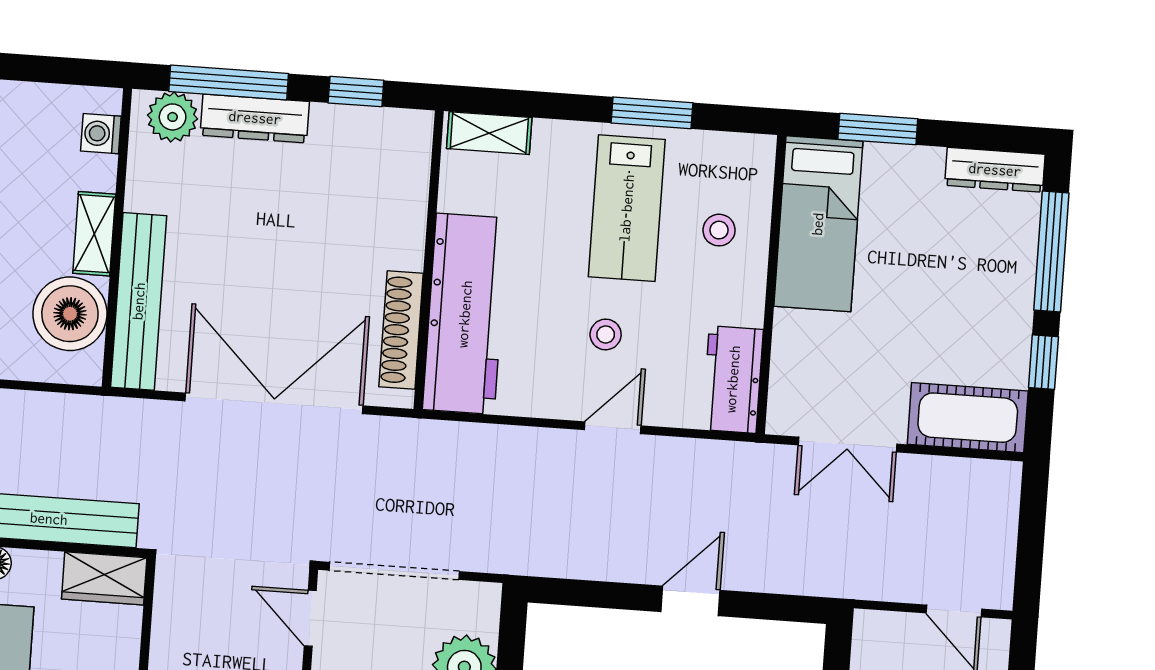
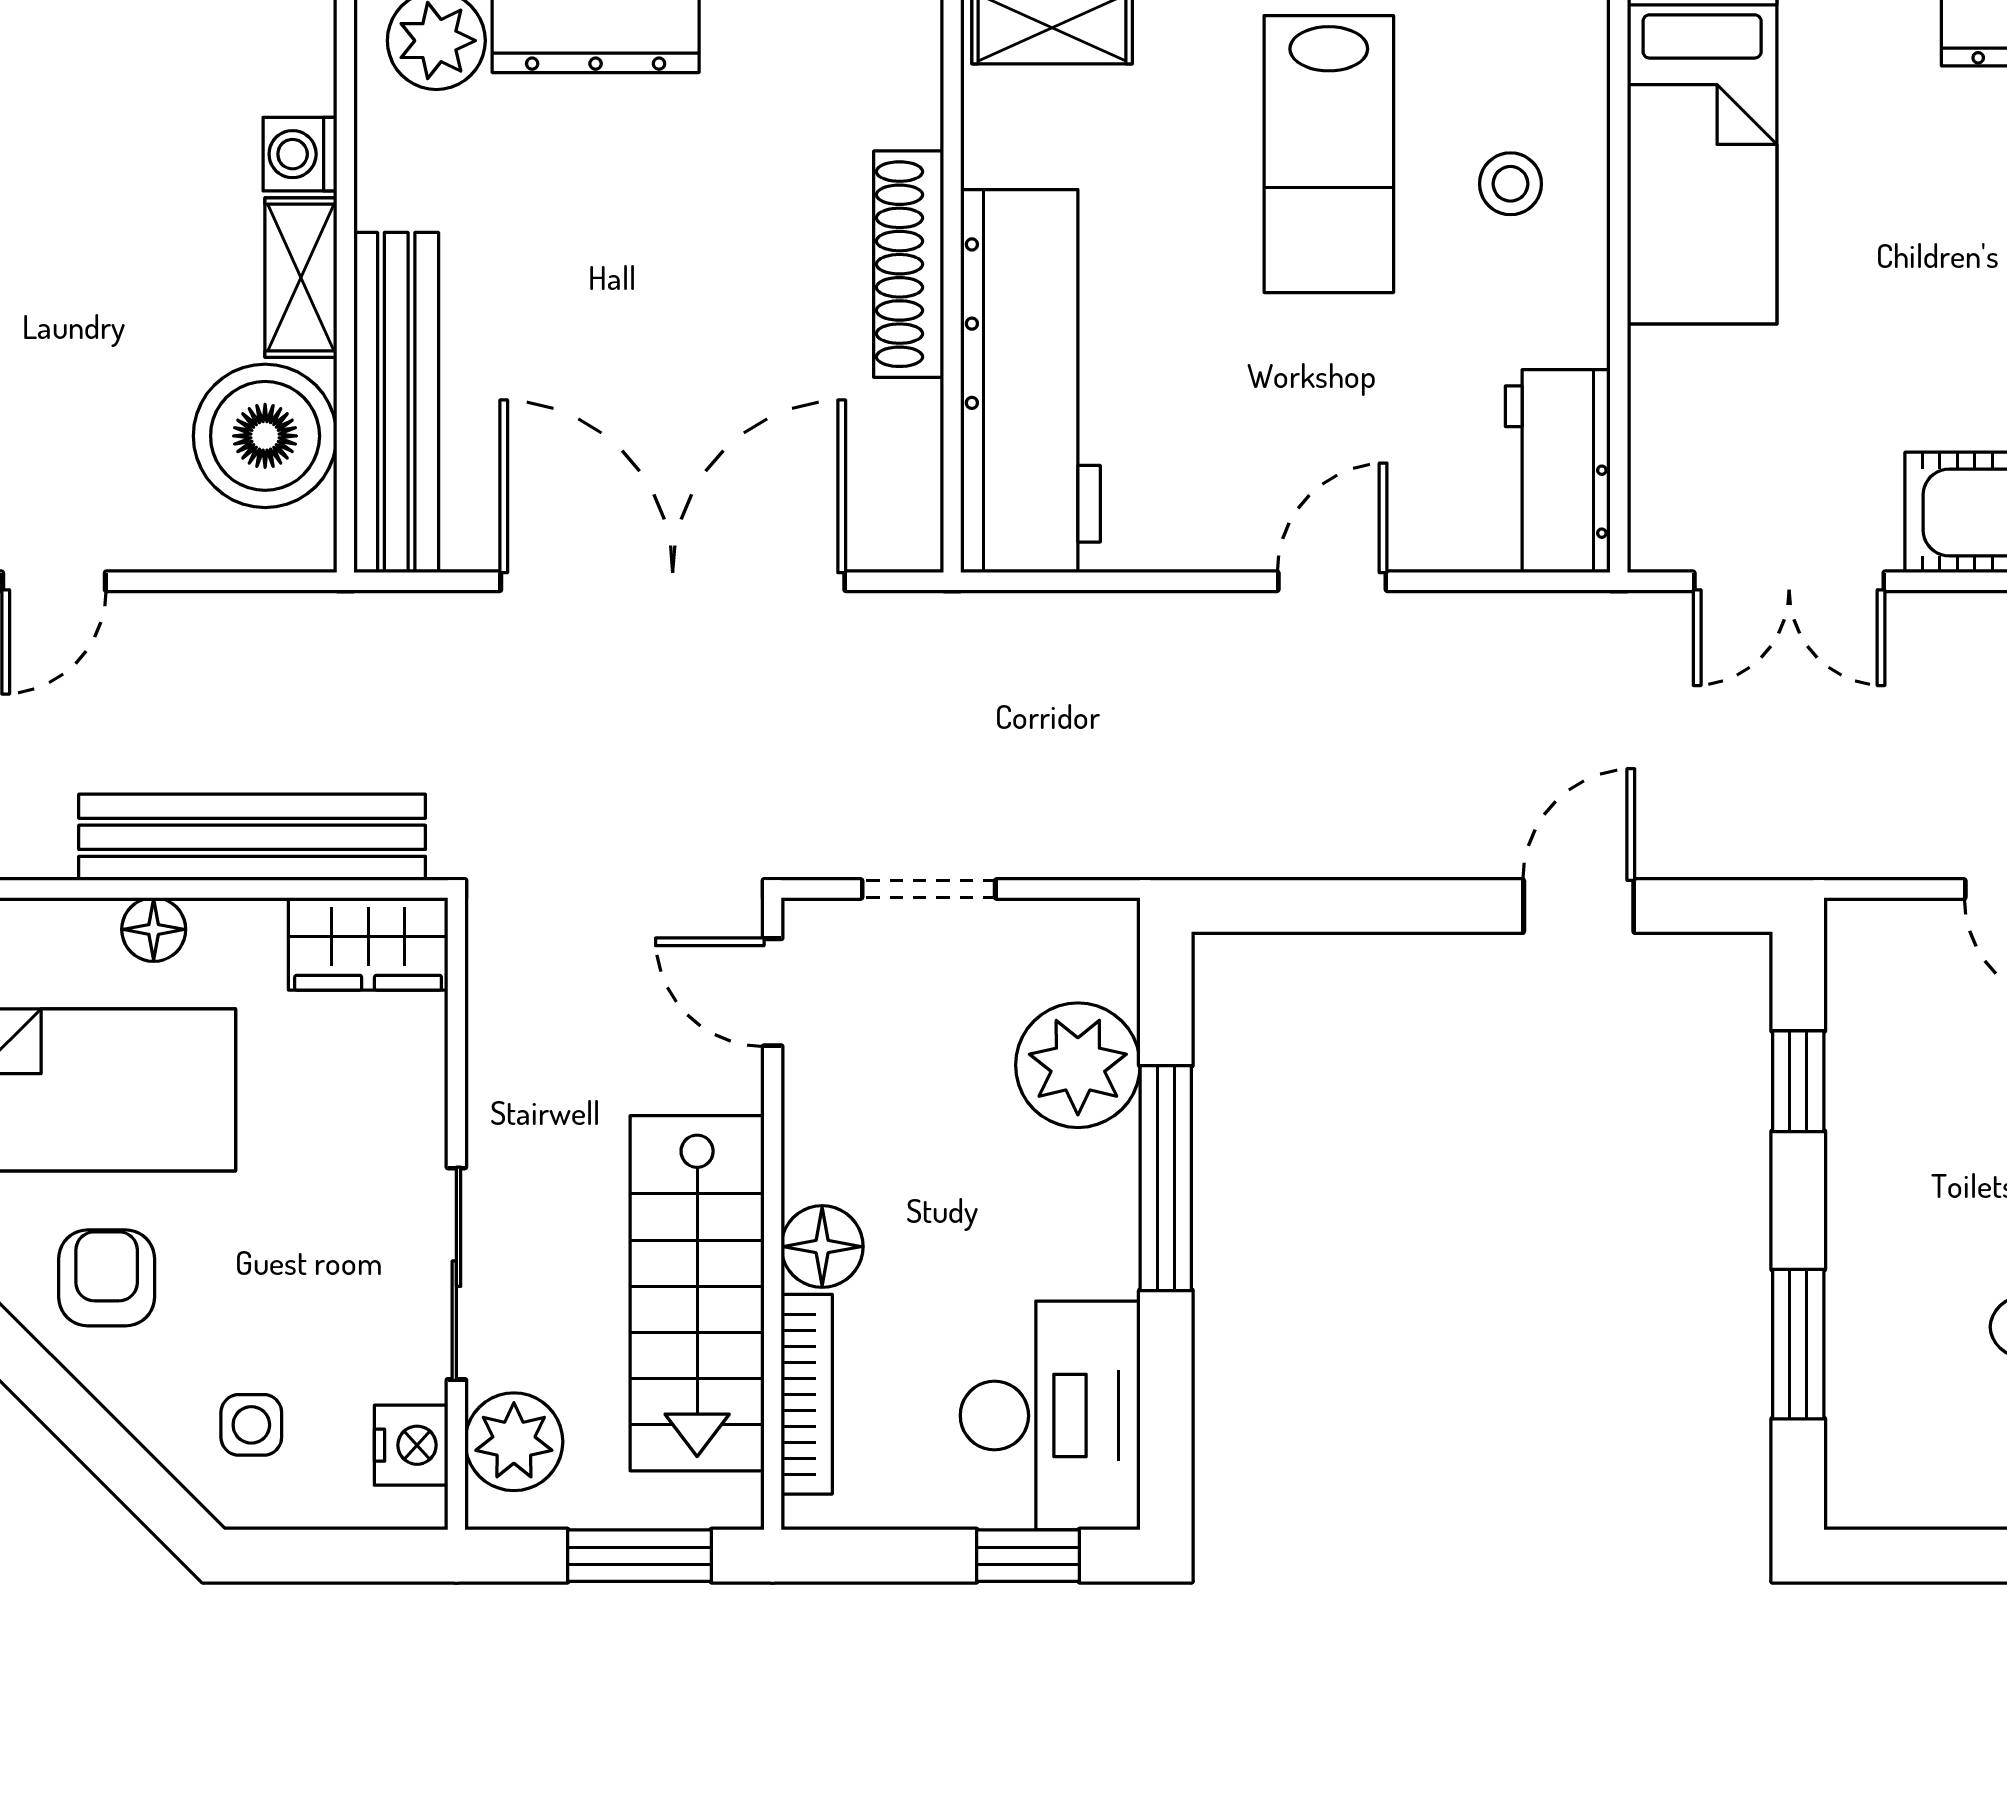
washing machine: (101, 134) -> (300, 154), moved
shoe rack: (401, 330) -> (909, 264), moved
stool: (606, 334) -> (1305, 402), removed
doorway: (394, 571) -> (929, 889), width x0.53
door: (690, 601) -> (1579, 906), moved

